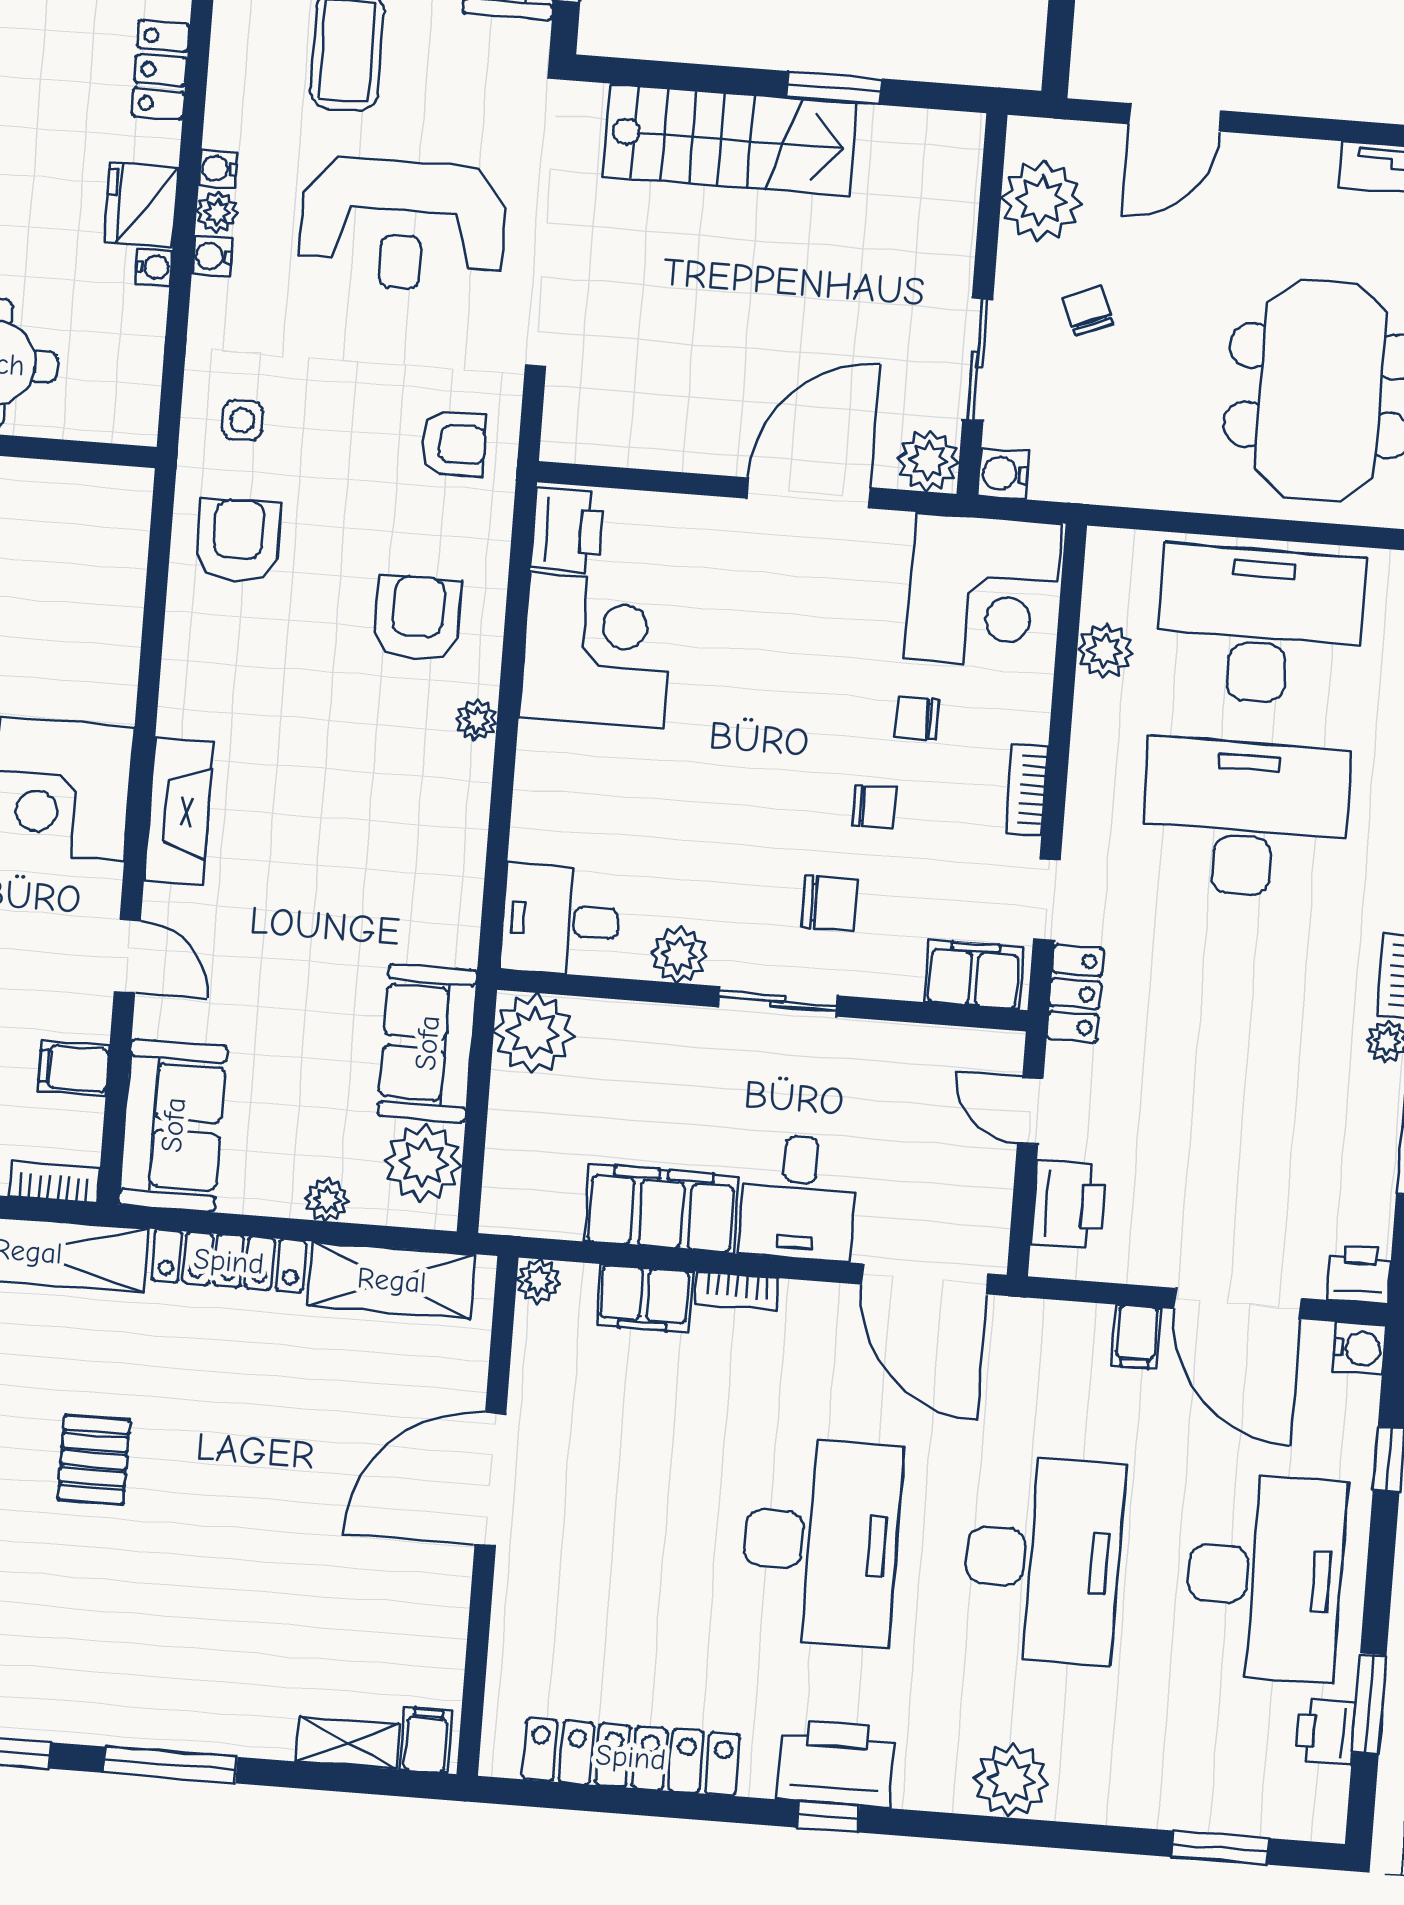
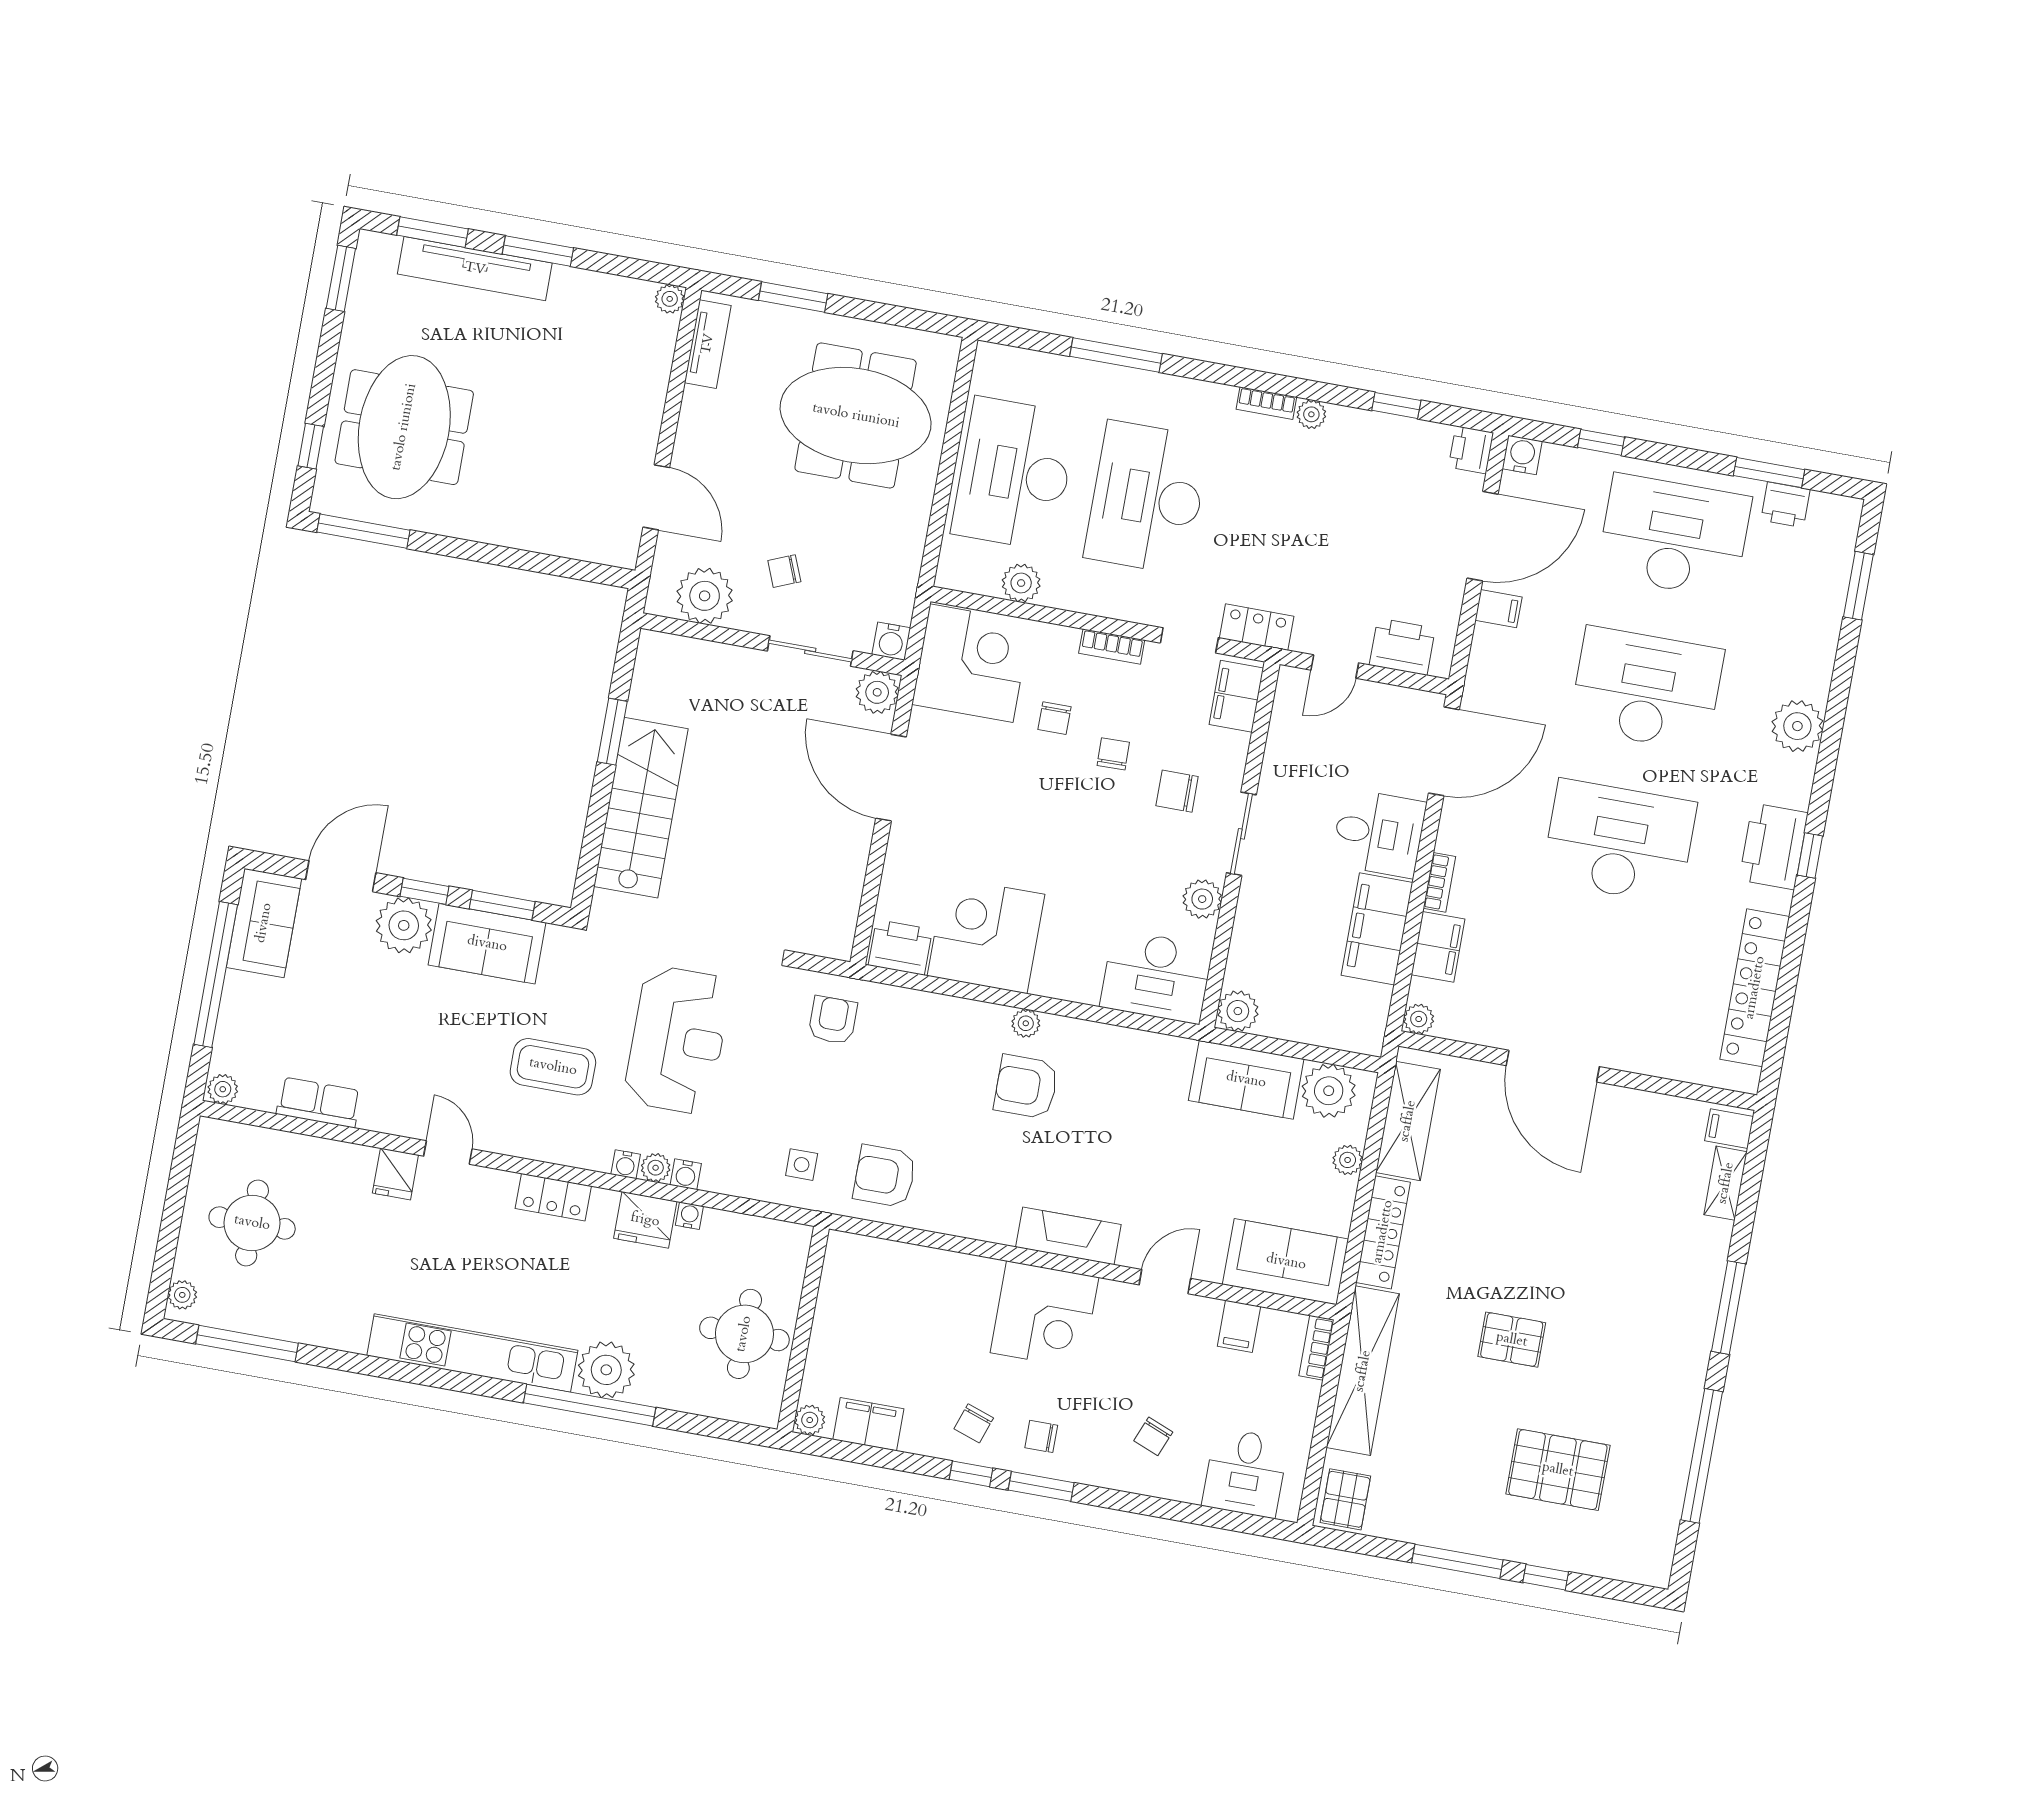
armchair: (417, 618) -> (1026, 1087), moved
chair: (830, 903) -> (1177, 791), turned -90
desk: (560, 920) -> (1156, 977), width x1.37
plant: (534, 1033) -> (1238, 1011), width x0.73, depth x0.73

